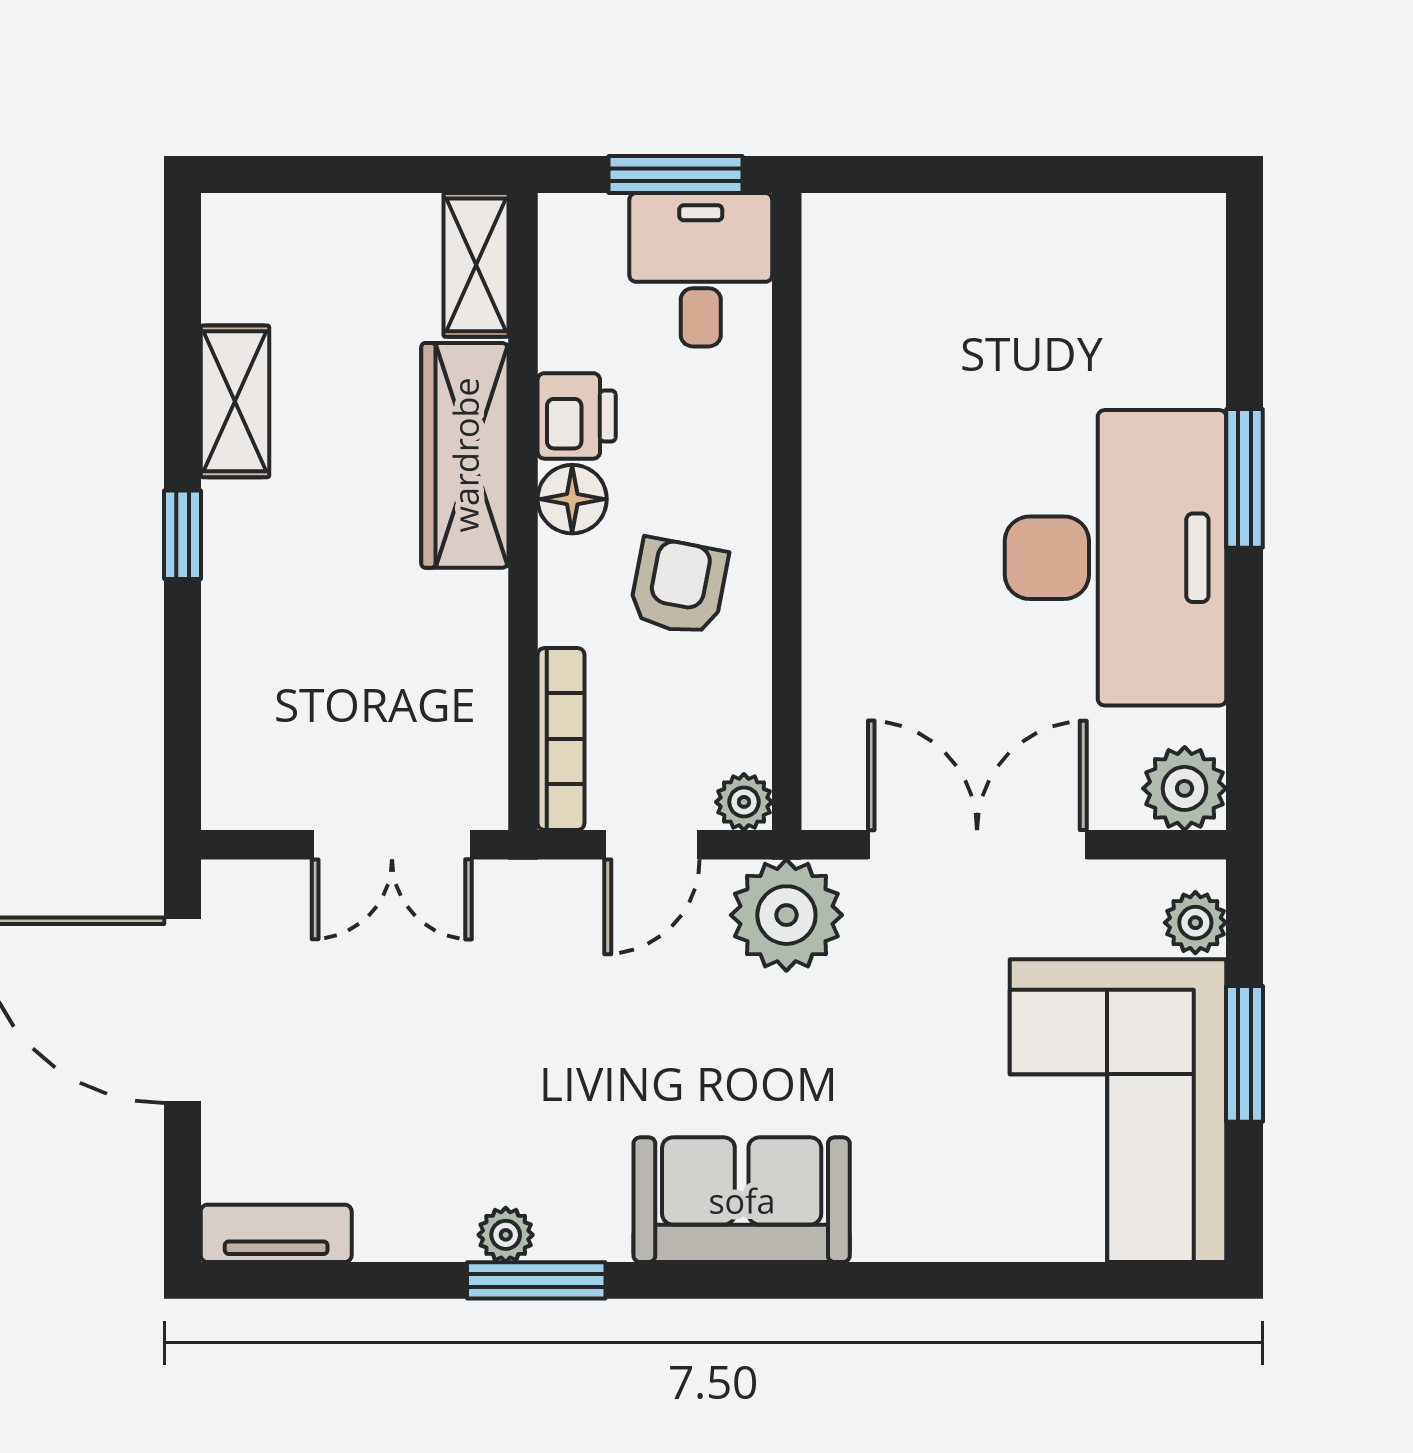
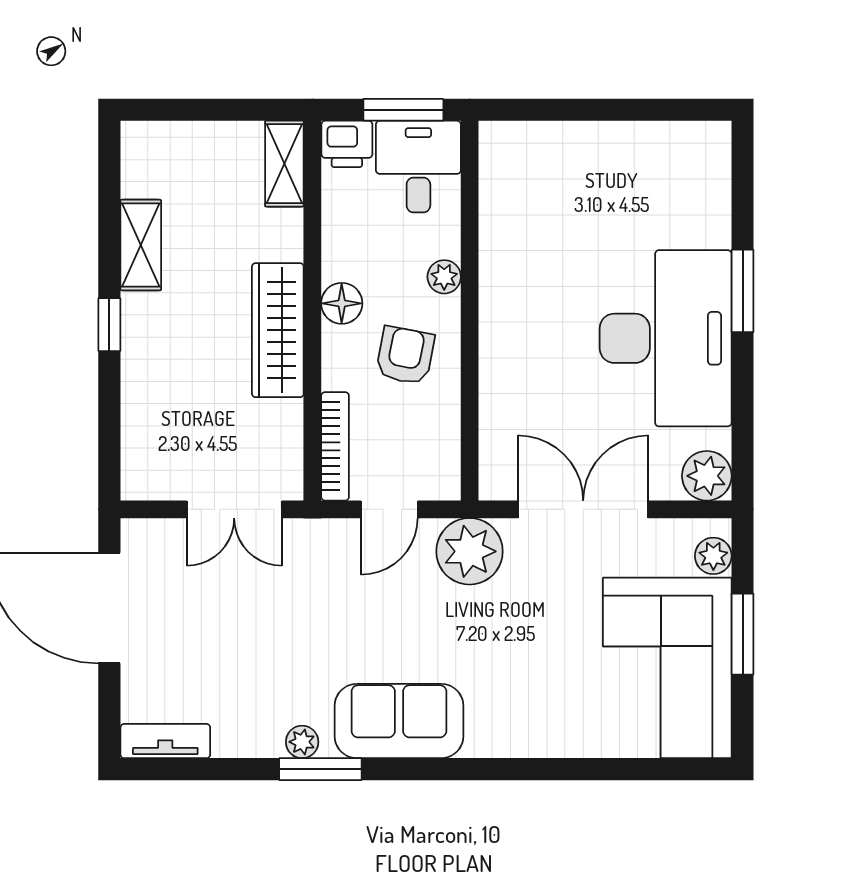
printer: (577, 416) -> (347, 144), moved, turned 90
wardrobe: (465, 455) -> (278, 330), moved
plant: (744, 802) -> (444, 277), moved
sofa: (742, 1200) -> (399, 721), moved

